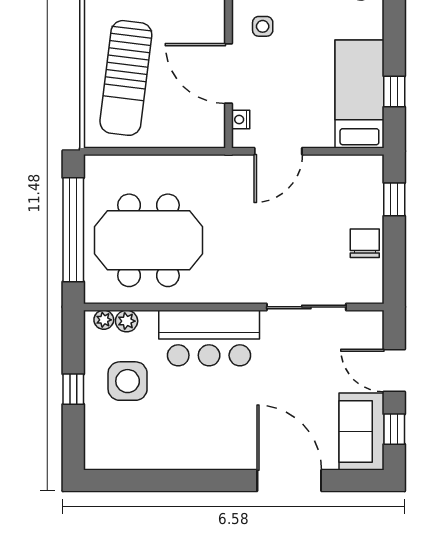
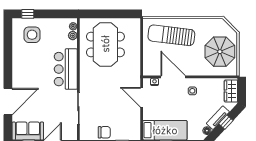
door: (229, 74) -> (173, 77), hinge flipped
window: (73, 230) -> (110, 14), removed
side table: (128, 381) -> (32, 35), moved
window: (73, 389) -> (28, 14), moved

